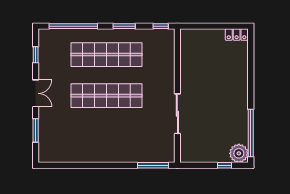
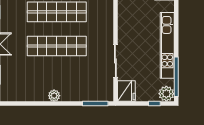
kitchen unit: (240, 95) -> (167, 45), added
fridge: (191, 150) -> (126, 91), added
plant: (103, 156) -> (54, 96), added

